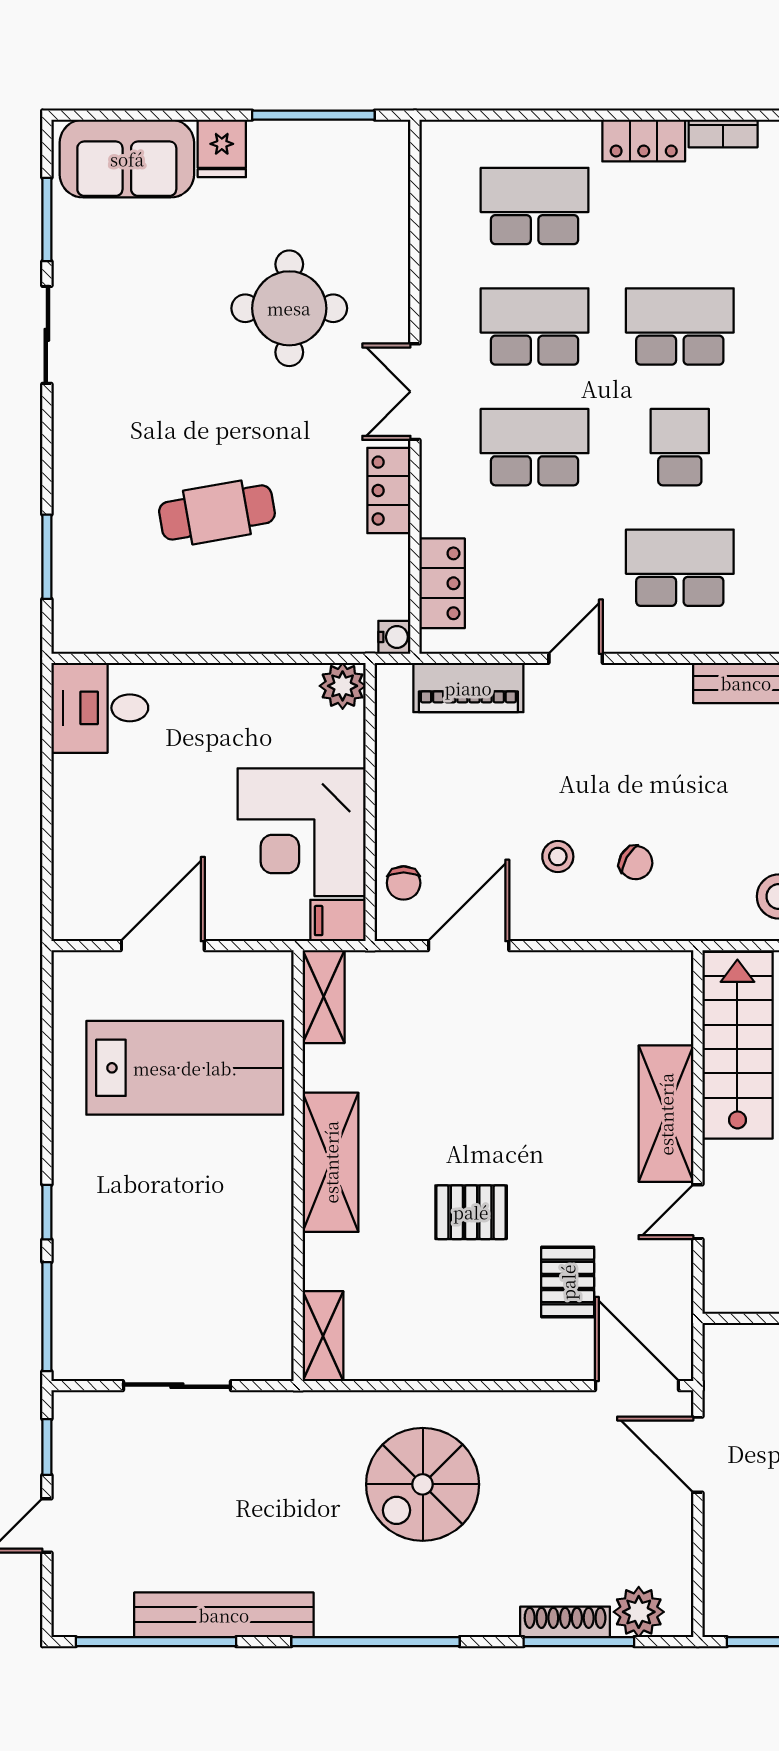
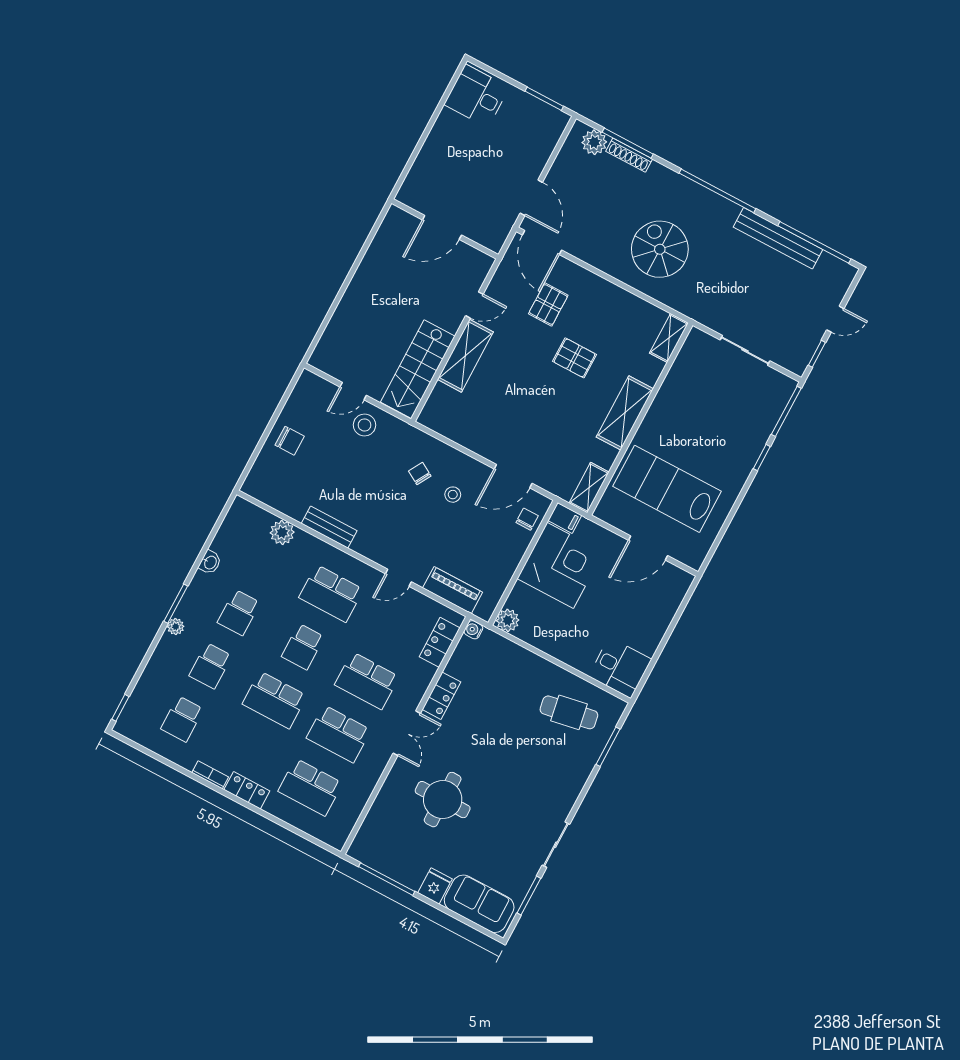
cafe table: (217, 512) -> (569, 712), moved
spiral stairs: (423, 1484) -> (660, 249), turned -90

